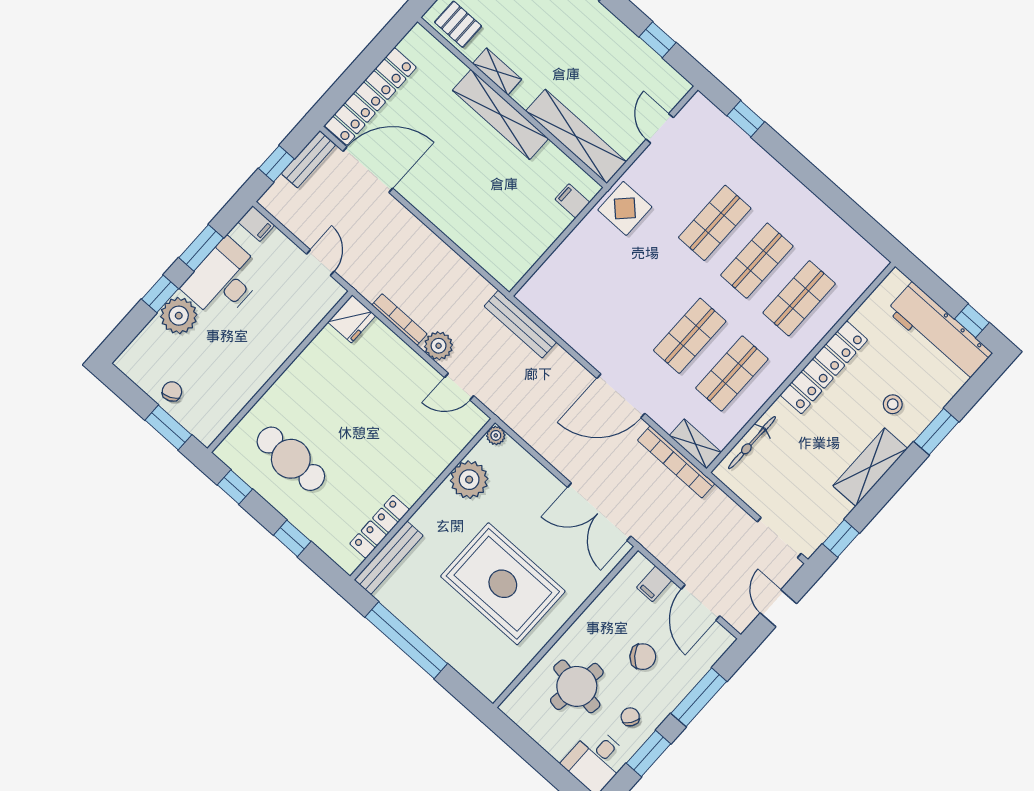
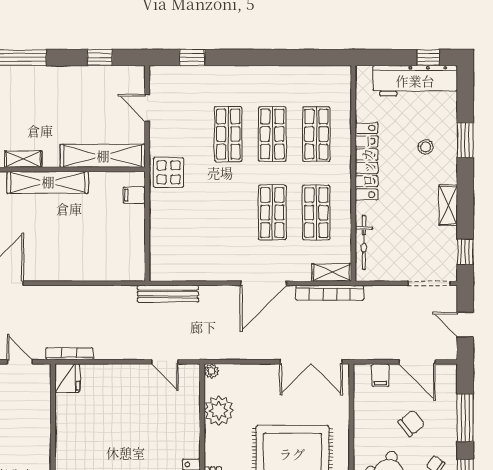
bookcase: (399, 319) -> (69, 354), moved
plant: (439, 346) -> (132, 349), removed
door: (459, 387) -> (165, 362), hinge flipped
shelving: (870, 467) -> (448, 205), width x0.67, depth x0.75

